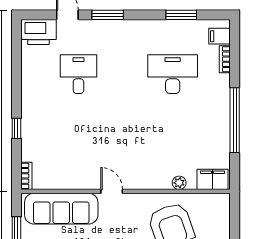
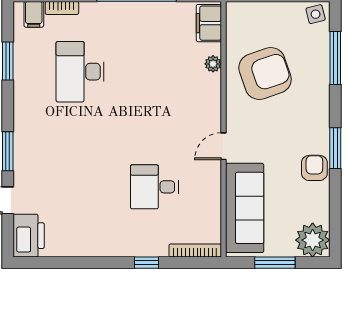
desk: (78, 74) -> (154, 187), moved
bookcase: (26, 176) -> (195, 251), width x1.56

